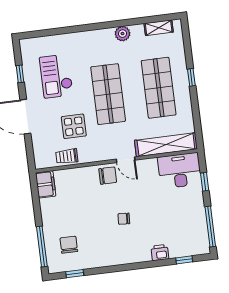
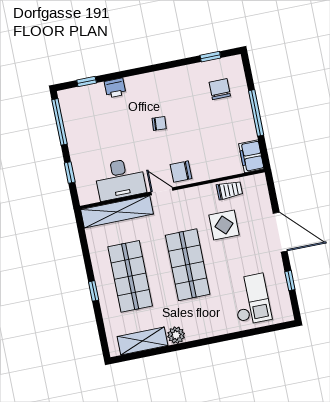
shelving: (159, 28) -> (143, 341), width x1.50, depth x1.33
checkout: (56, 76) -> (251, 299), moved
desk: (180, 171) -> (120, 179), moved
chair: (69, 245) -> (220, 89), turned 180
window: (42, 247) -> (256, 113), moved

